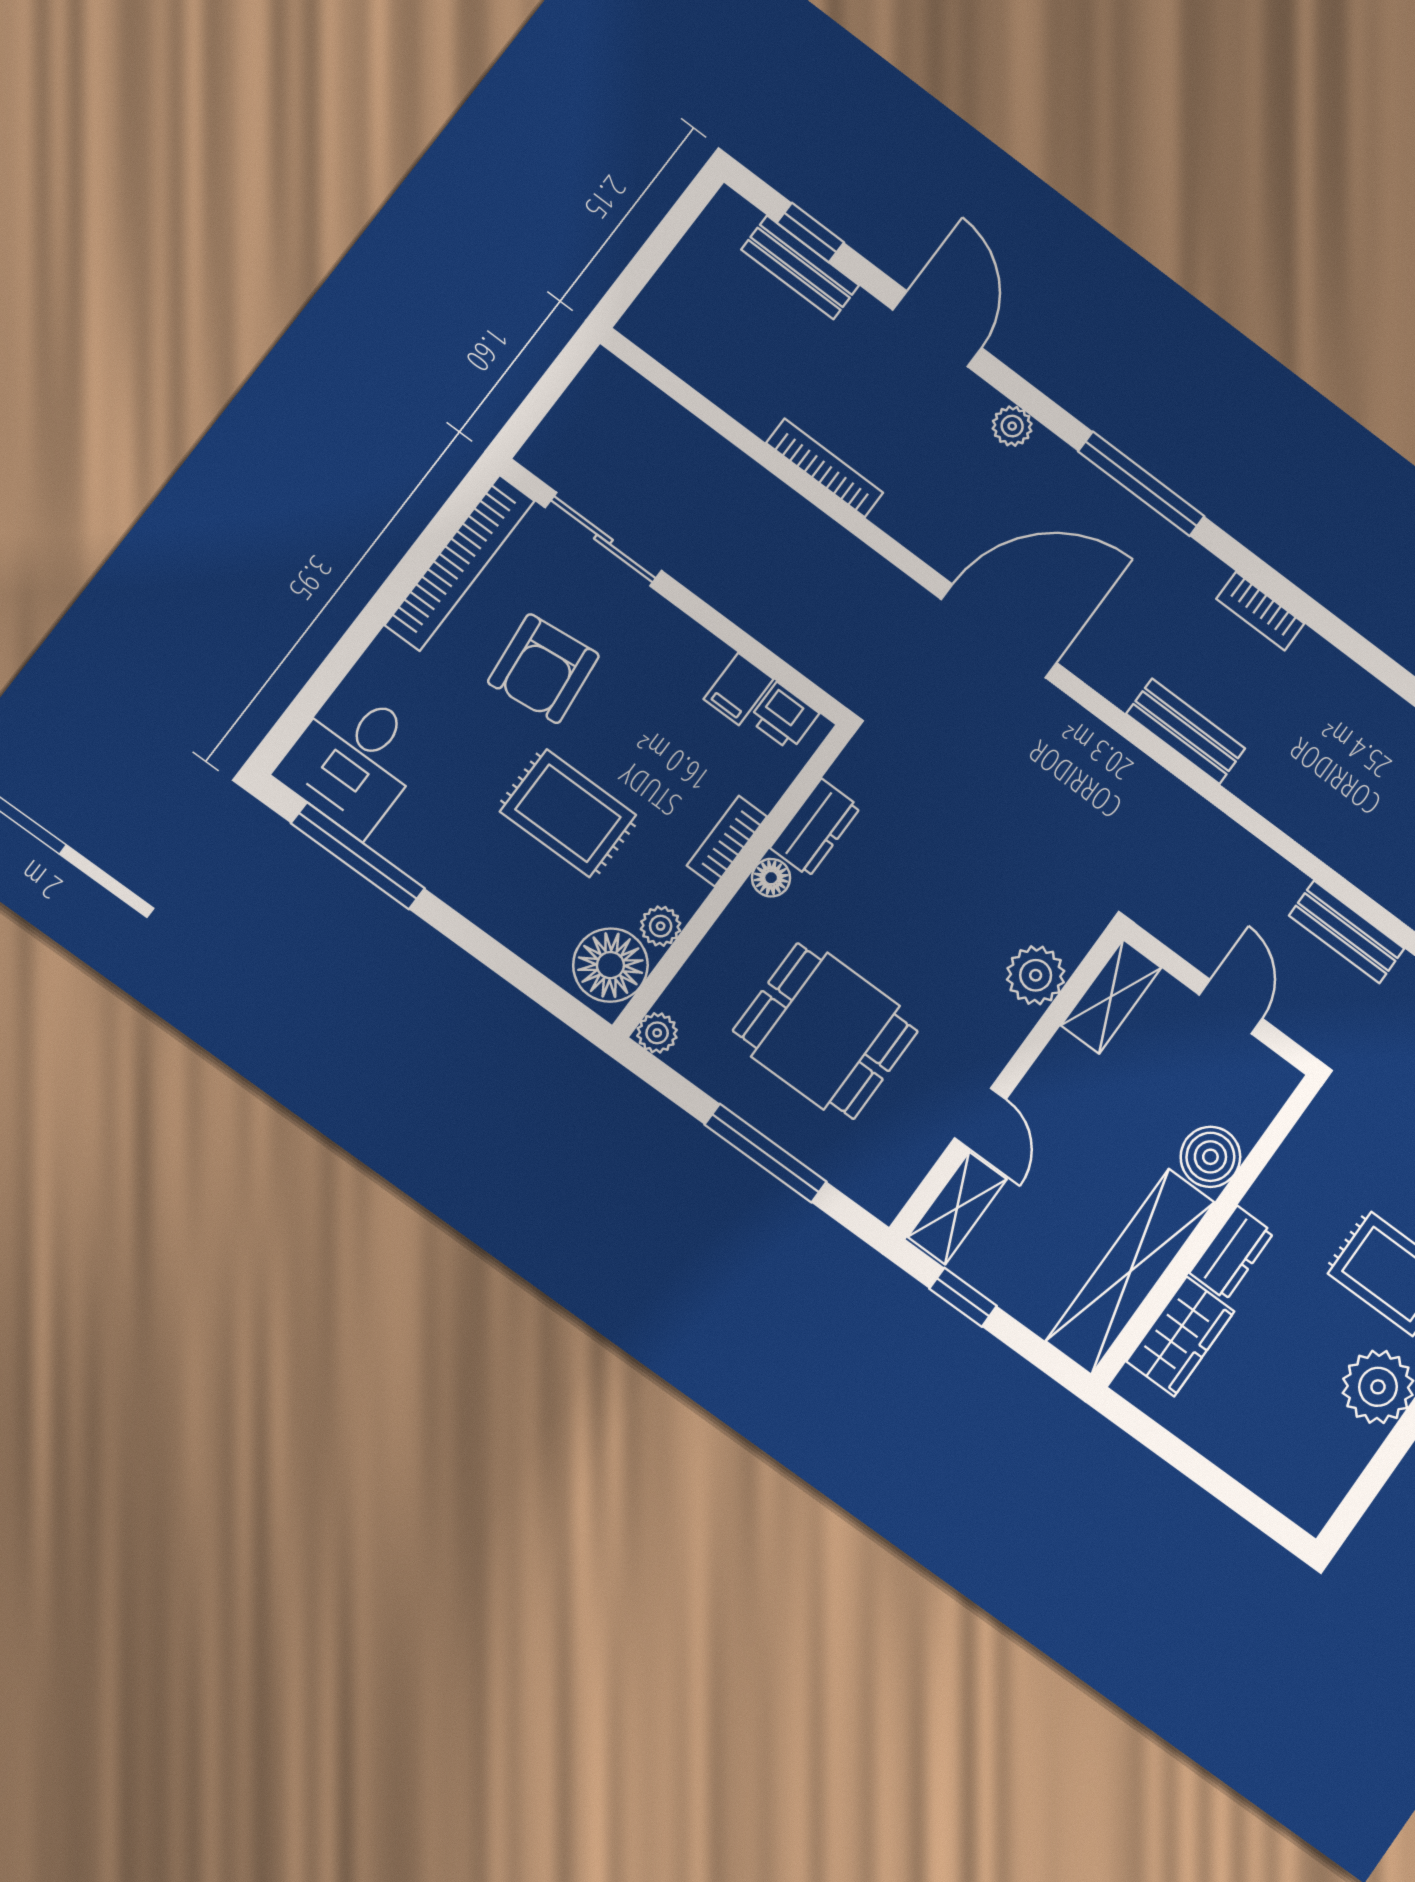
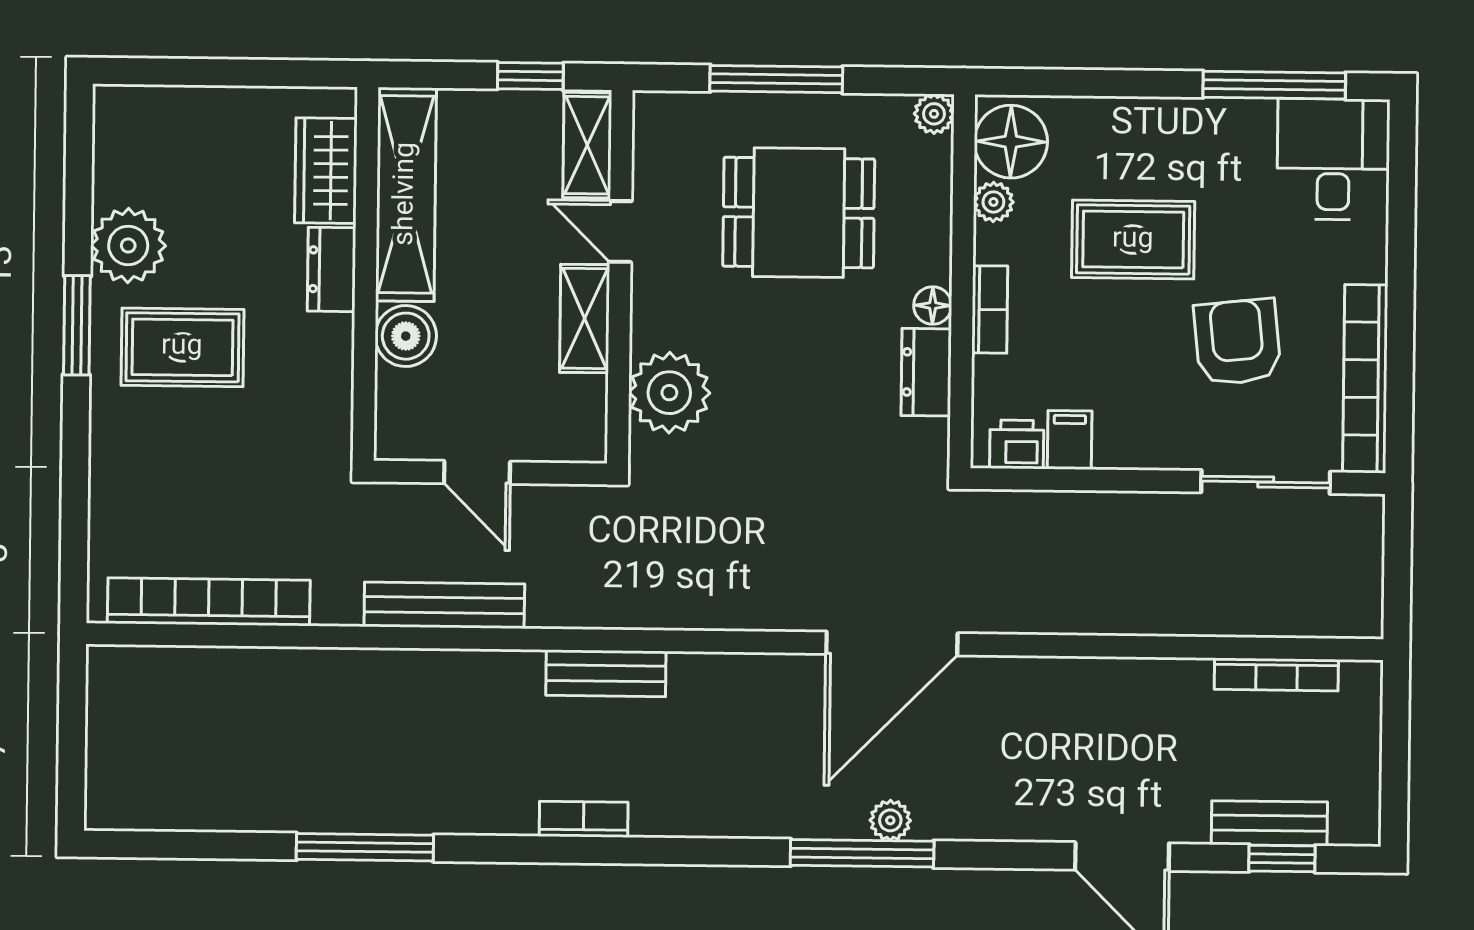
plant: (1012, 426) -> (890, 820), moved
bookcase: (825, 468) -> (1276, 674), moved
bookcase: (1260, 611) -> (584, 819), moved
bench: (1186, 731) -> (606, 673), moved
bench: (1347, 932) -> (444, 605), width x1.36
plant: (1036, 975) -> (669, 393), width x1.36, depth x1.36
shelving: (1111, 996) -> (585, 318), moved

